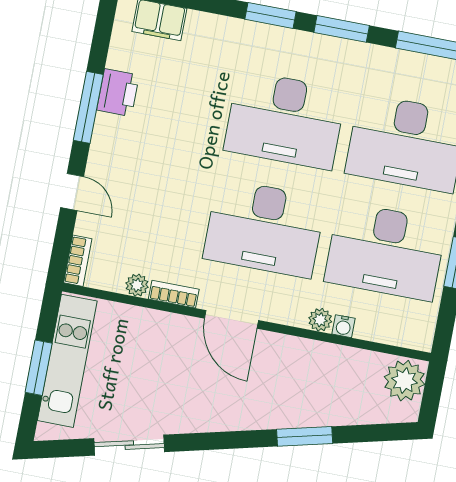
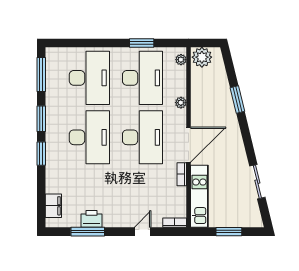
window: (88, 107) -> (88, 232), moved
plant: (137, 285) -> (181, 60), moved
door: (231, 319) -> (189, 145), width x1.36
water cooler: (344, 326) -> (182, 91), removed
kitchen unit: (67, 361) -> (199, 196), moved, turned 90

